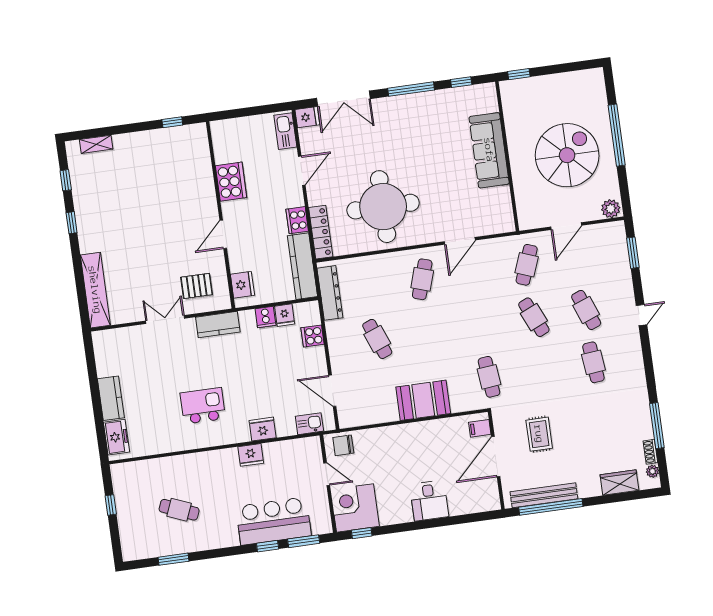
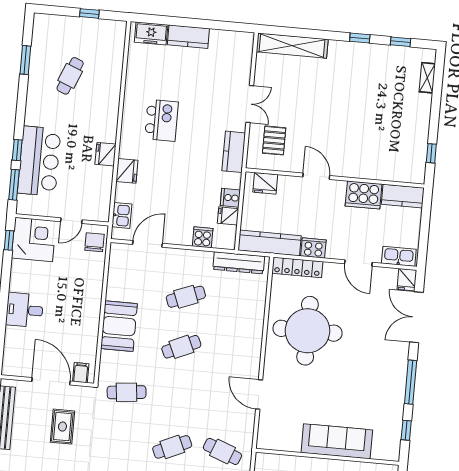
kitchen counter: (223, 141) -> (403, 196), added
cafe table: (422, 279) -> (181, 347), moved, turned -42
rug: (539, 434) -> (62, 427), turned 90

